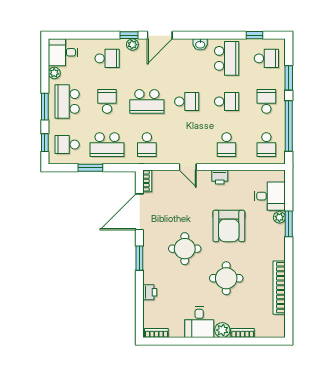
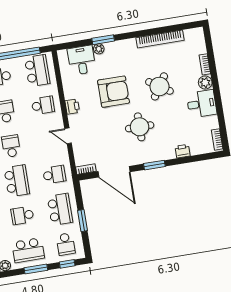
school desk: (266, 145) -> (37, 71), width x1.85
door: (188, 167) -> (68, 136), swing flipped
round table: (226, 278) -> (159, 86), turned 33

